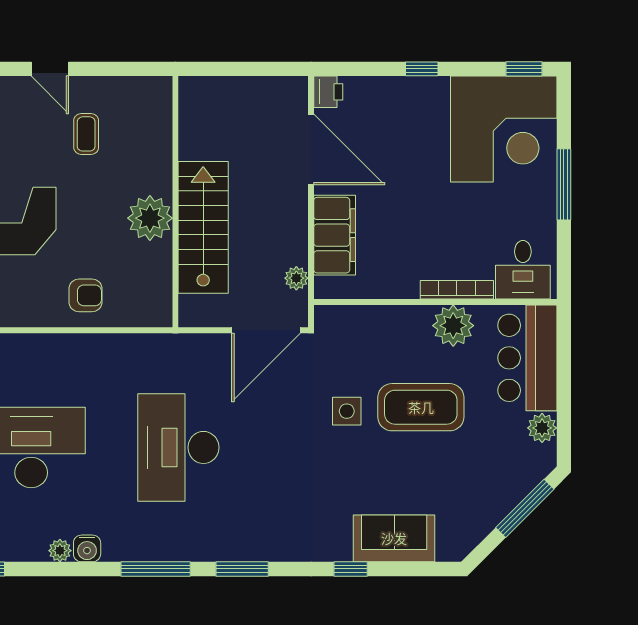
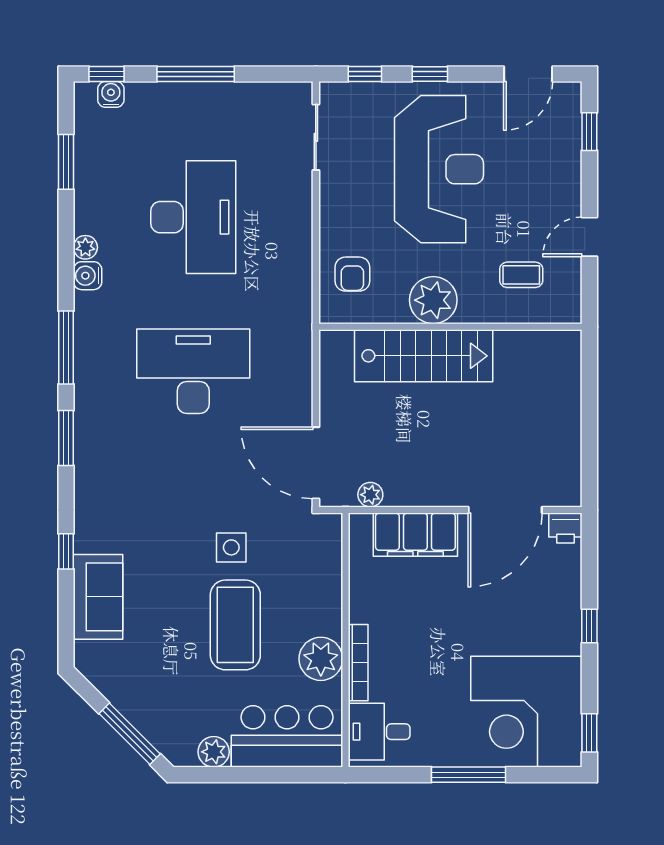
wall: (175, 202) -> (450, 327), moved
plant: (150, 218) -> (433, 300), moved
stairs: (203, 227) -> (424, 356), moved

